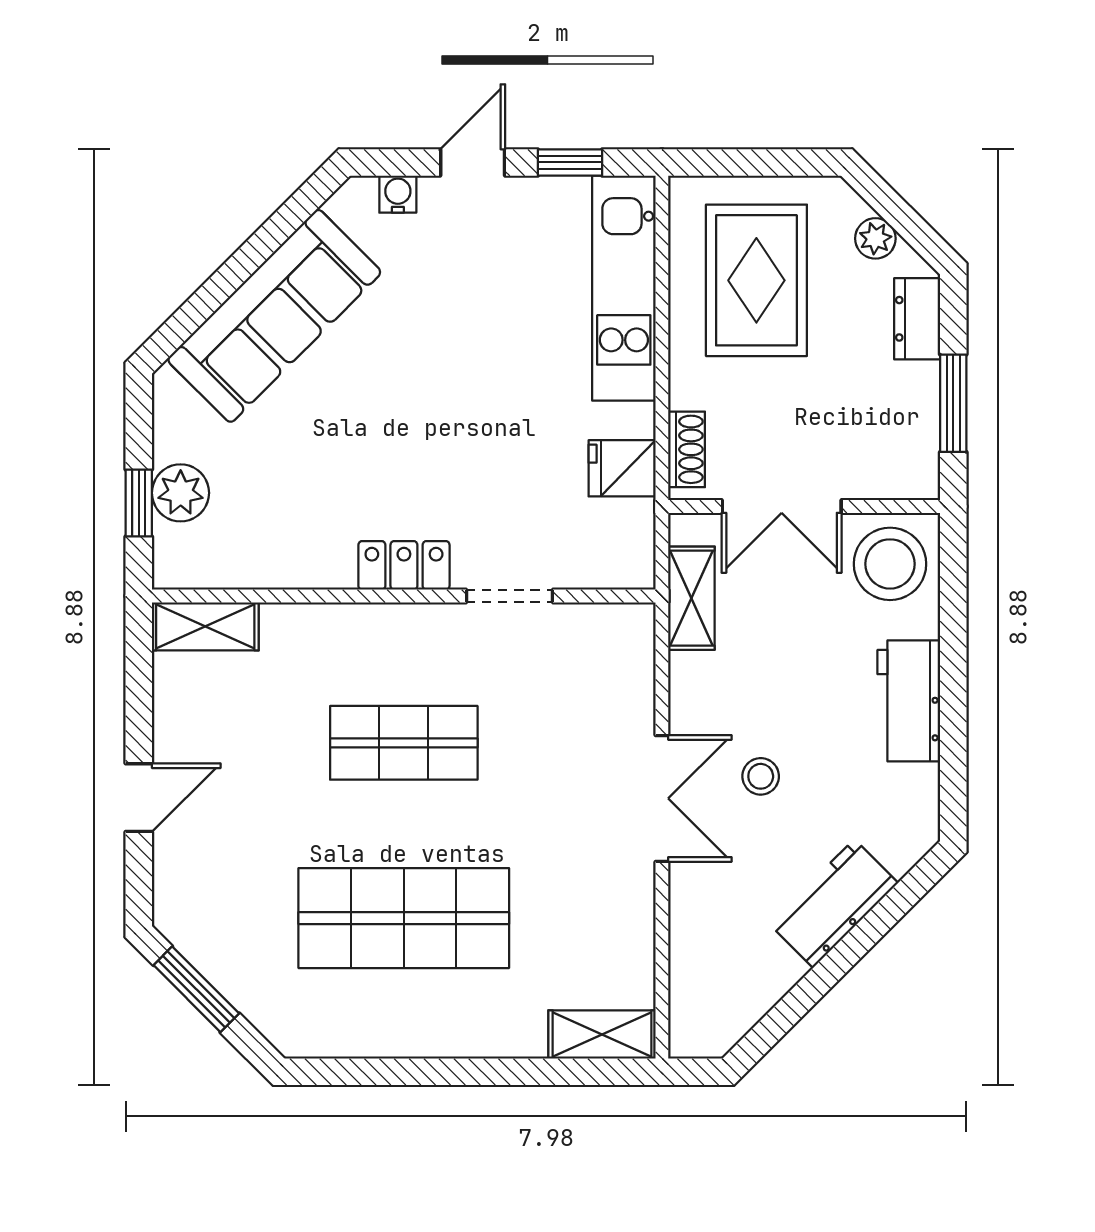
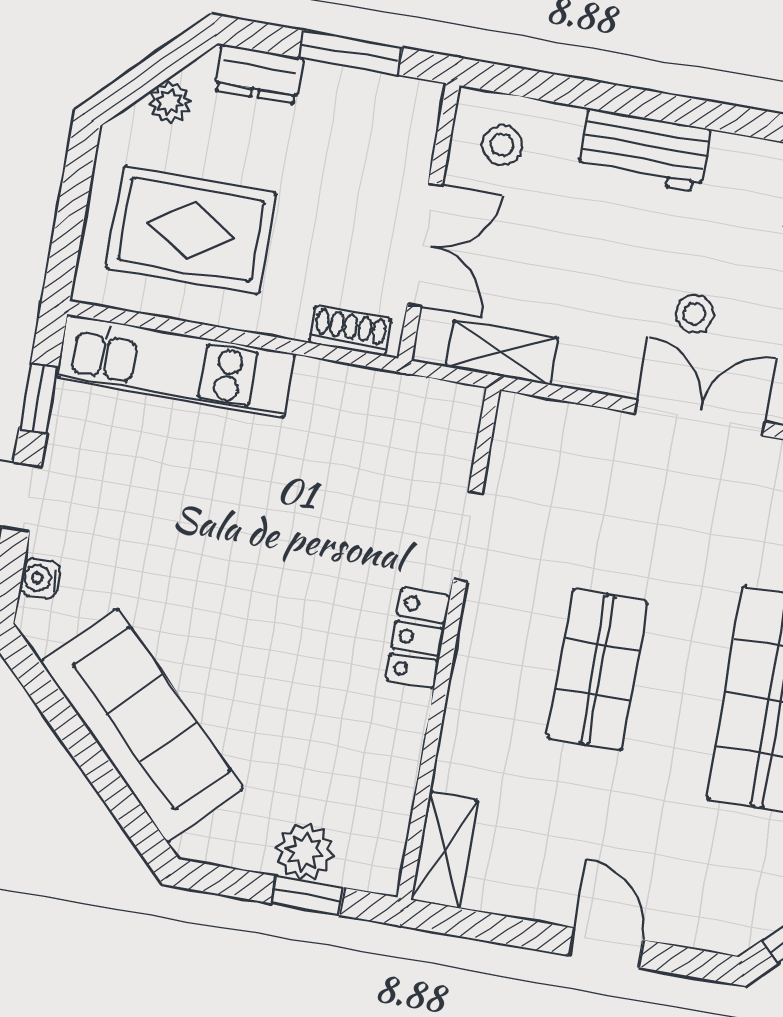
fridge: (622, 468) -> (358, 400), removed
stool: (890, 564) -> (502, 145), width x0.53, depth x0.53

